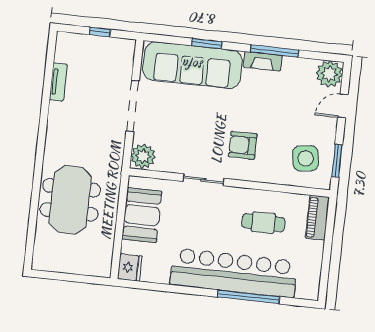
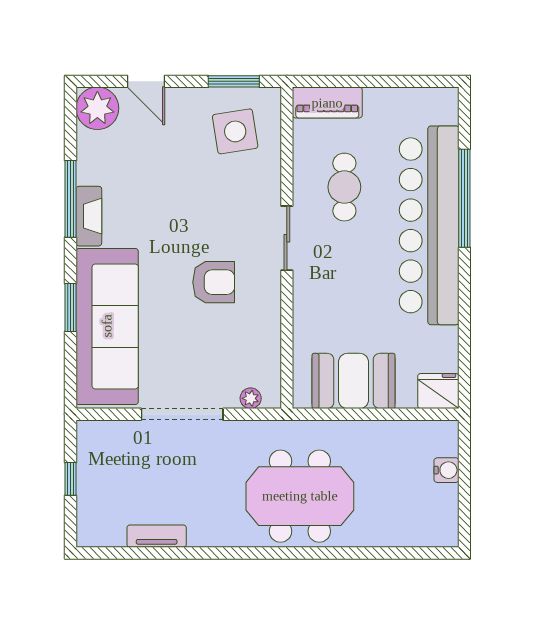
armchair: (243, 145) -> (214, 282), moved, turned -90
plant: (143, 156) -> (251, 398), width x0.53, depth x0.53
sliding door: (203, 180) -> (287, 238), moved
meeting table: (70, 200) -> (300, 496), moved
water cooler: (80, 267) -> (446, 470), added

